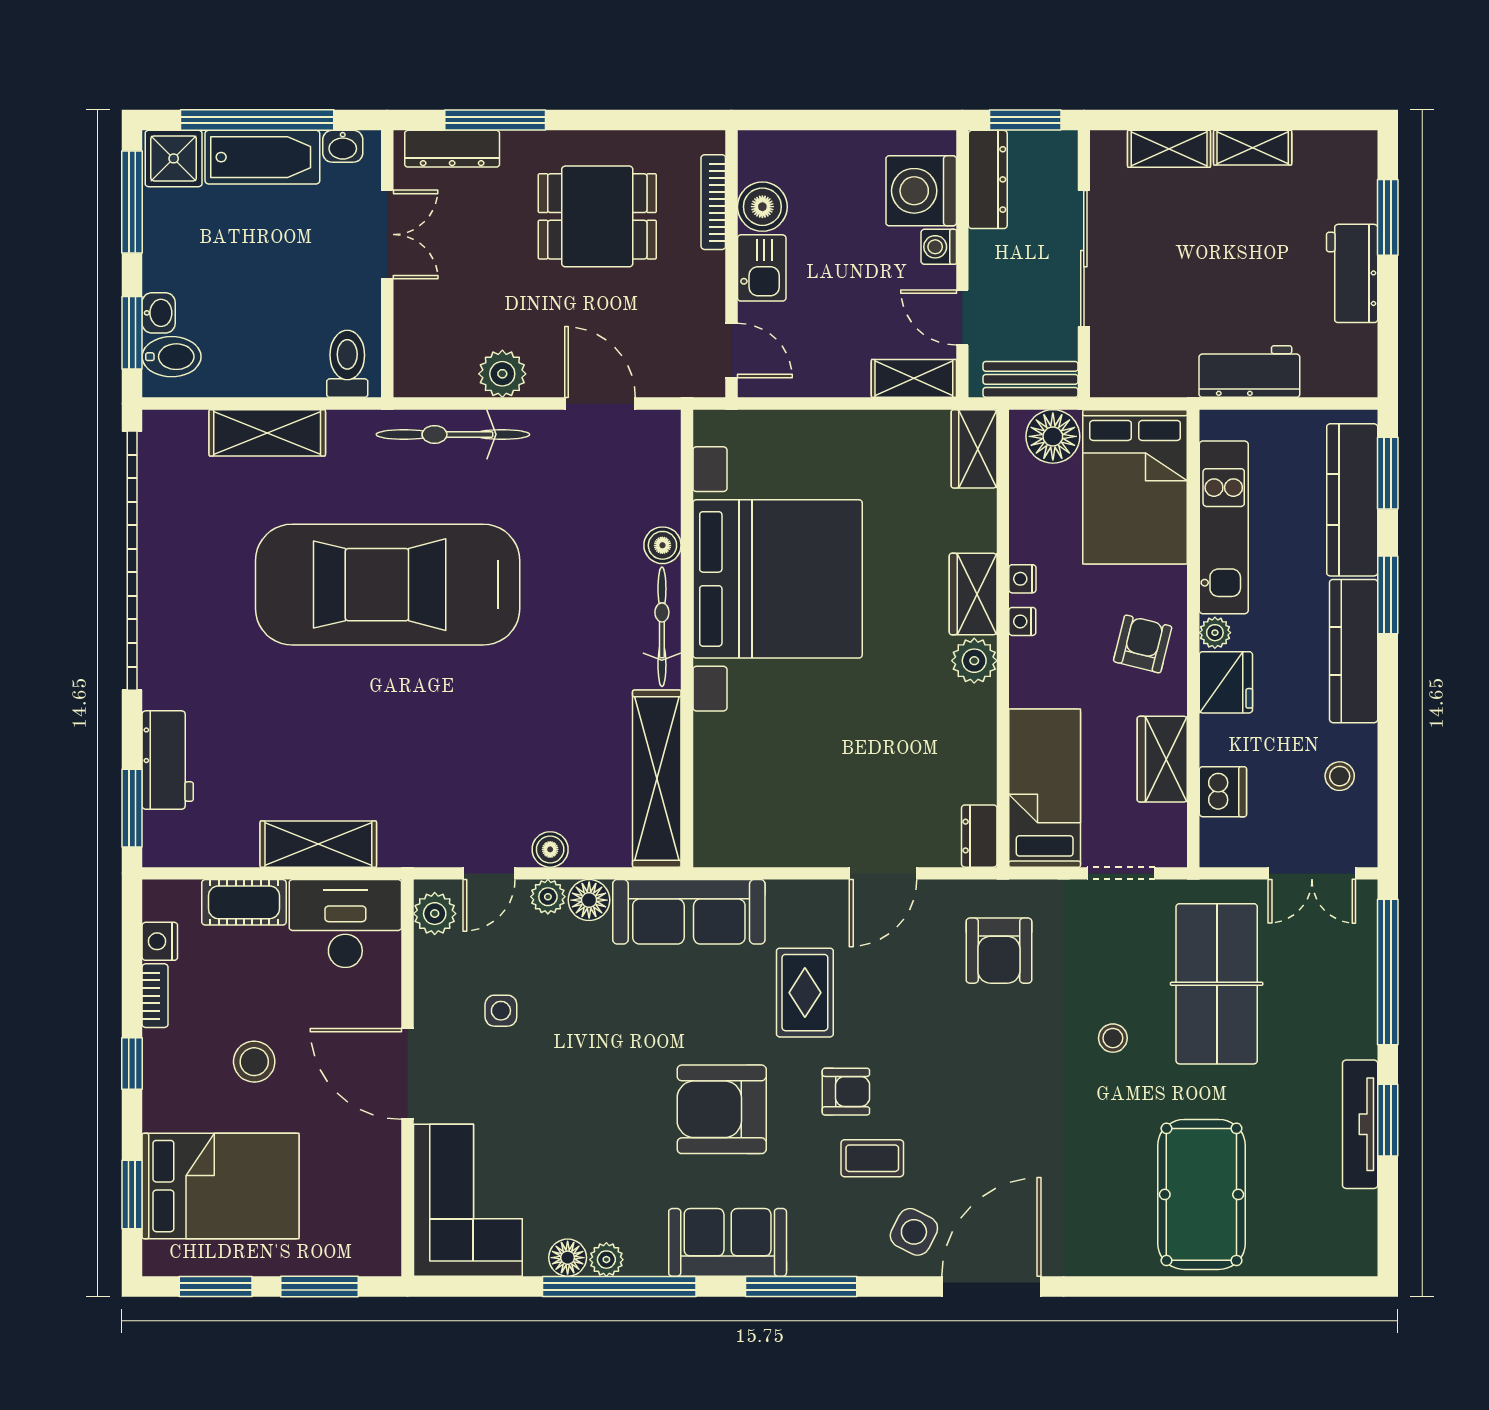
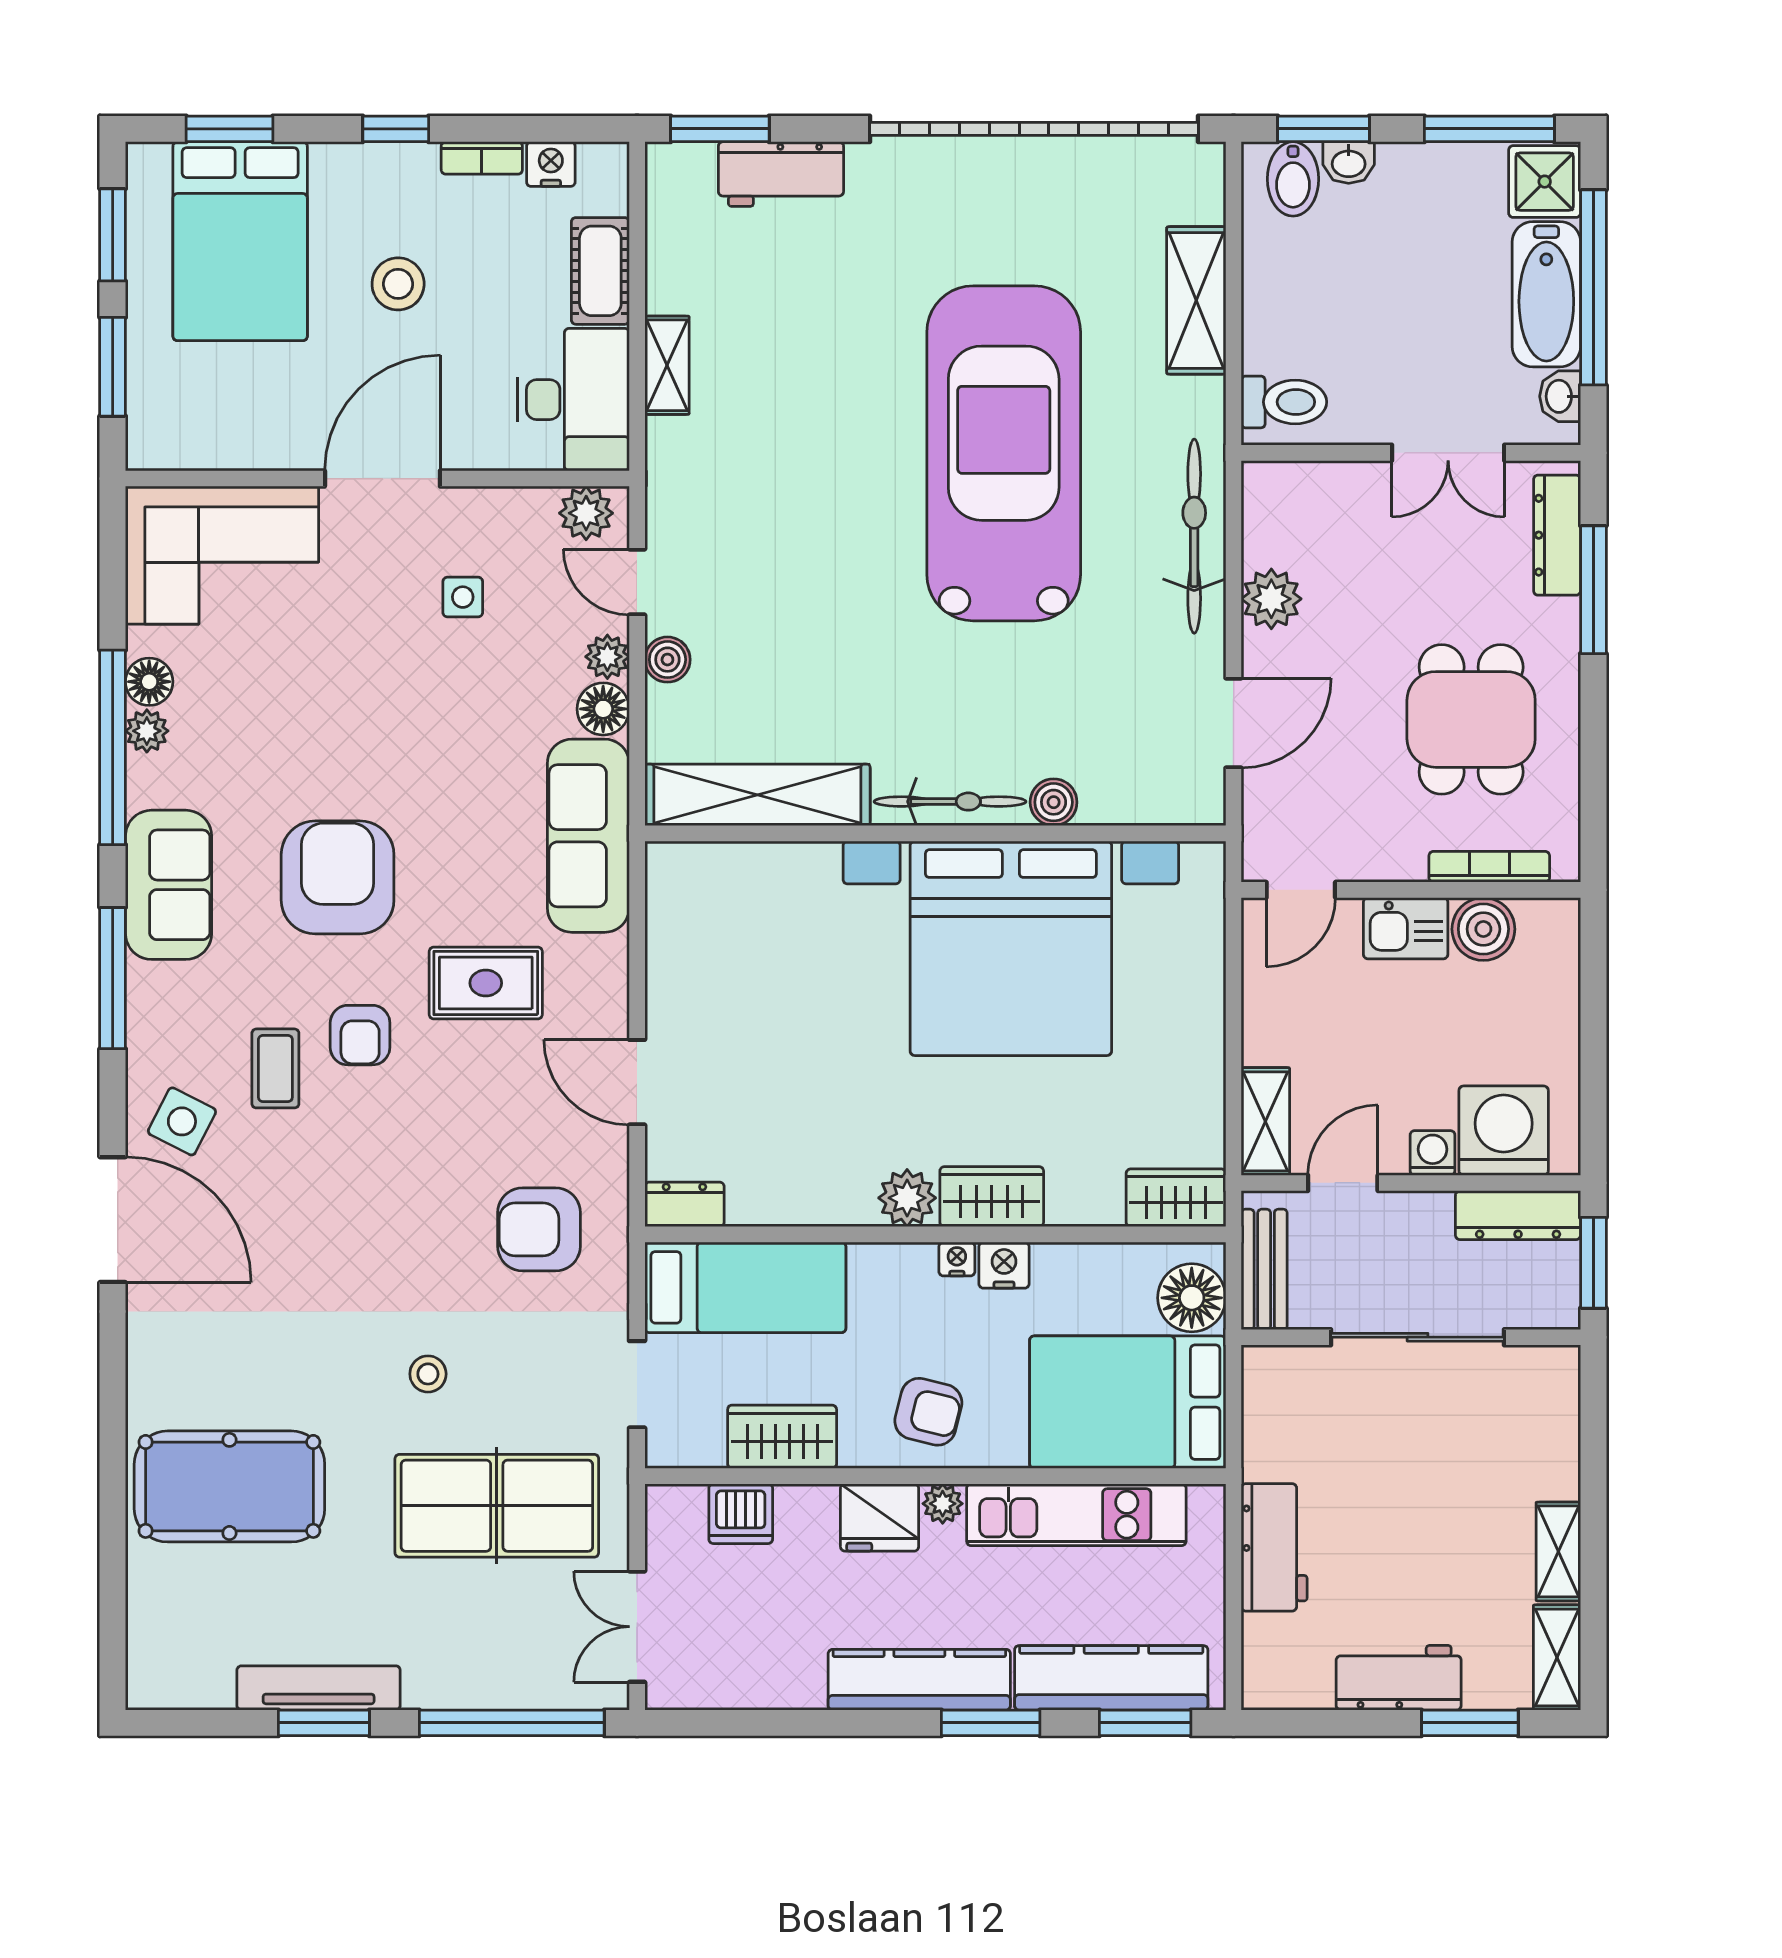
shelving: (1169, 149) -> (1557, 1657), moved
nightstand: (1022, 579) -> (1004, 1265), width x1.39, depth x1.35
stool: (1340, 776) -> (761, 1662), removed
shelving: (318, 844) -> (667, 365), width x0.67, depth x0.75

